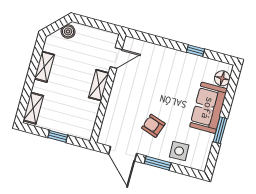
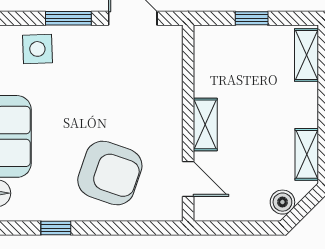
door: (116, 58) -> (188, 179), swing flipped
shelving: (44, 67) -> (307, 154), moved
armchair: (153, 126) -> (110, 173), moved, width x1.88, depth x1.88

